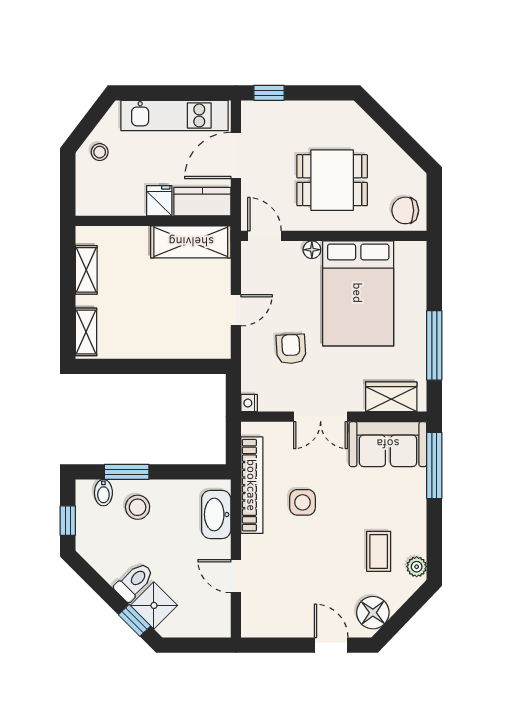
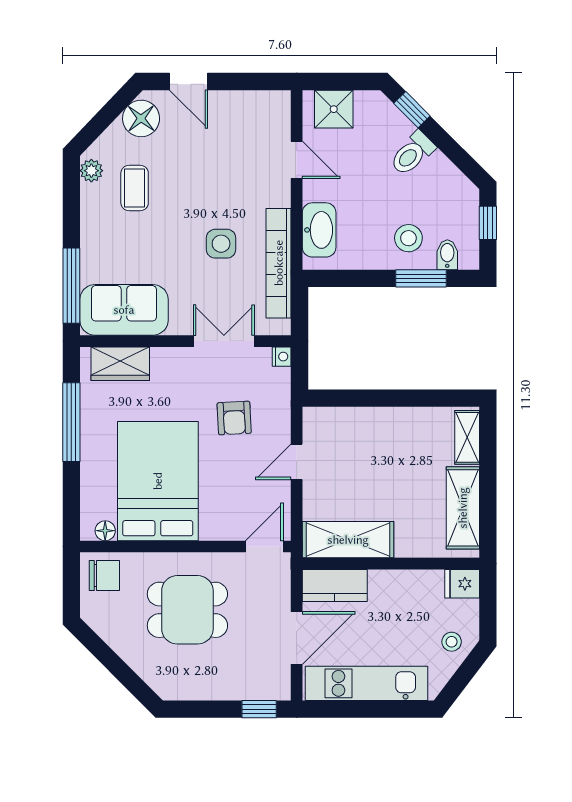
fridge: (159, 201) -> (462, 584), moved, turned 90
door: (264, 236) -> (264, 546), swing flipped
floor lamp: (312, 250) -> (105, 531), moved
shelving: (86, 270) -> (463, 508), width x1.50, depth x1.33
double door: (321, 417) -> (224, 341), moved
shower: (154, 605) -> (334, 109), moved, turned 45

